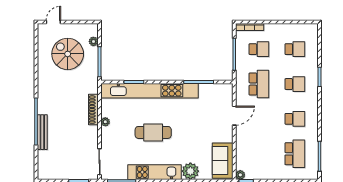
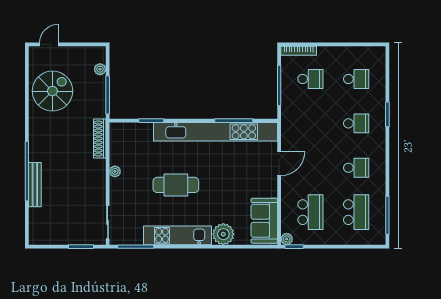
spiral stairs: (68, 54) -> (52, 91), moved, turned 90
school desk: (259, 84) -> (310, 212), moved
kitchen unit: (149, 91) -> (215, 132), moved
shoe rack: (93, 110) -> (100, 139), moved

